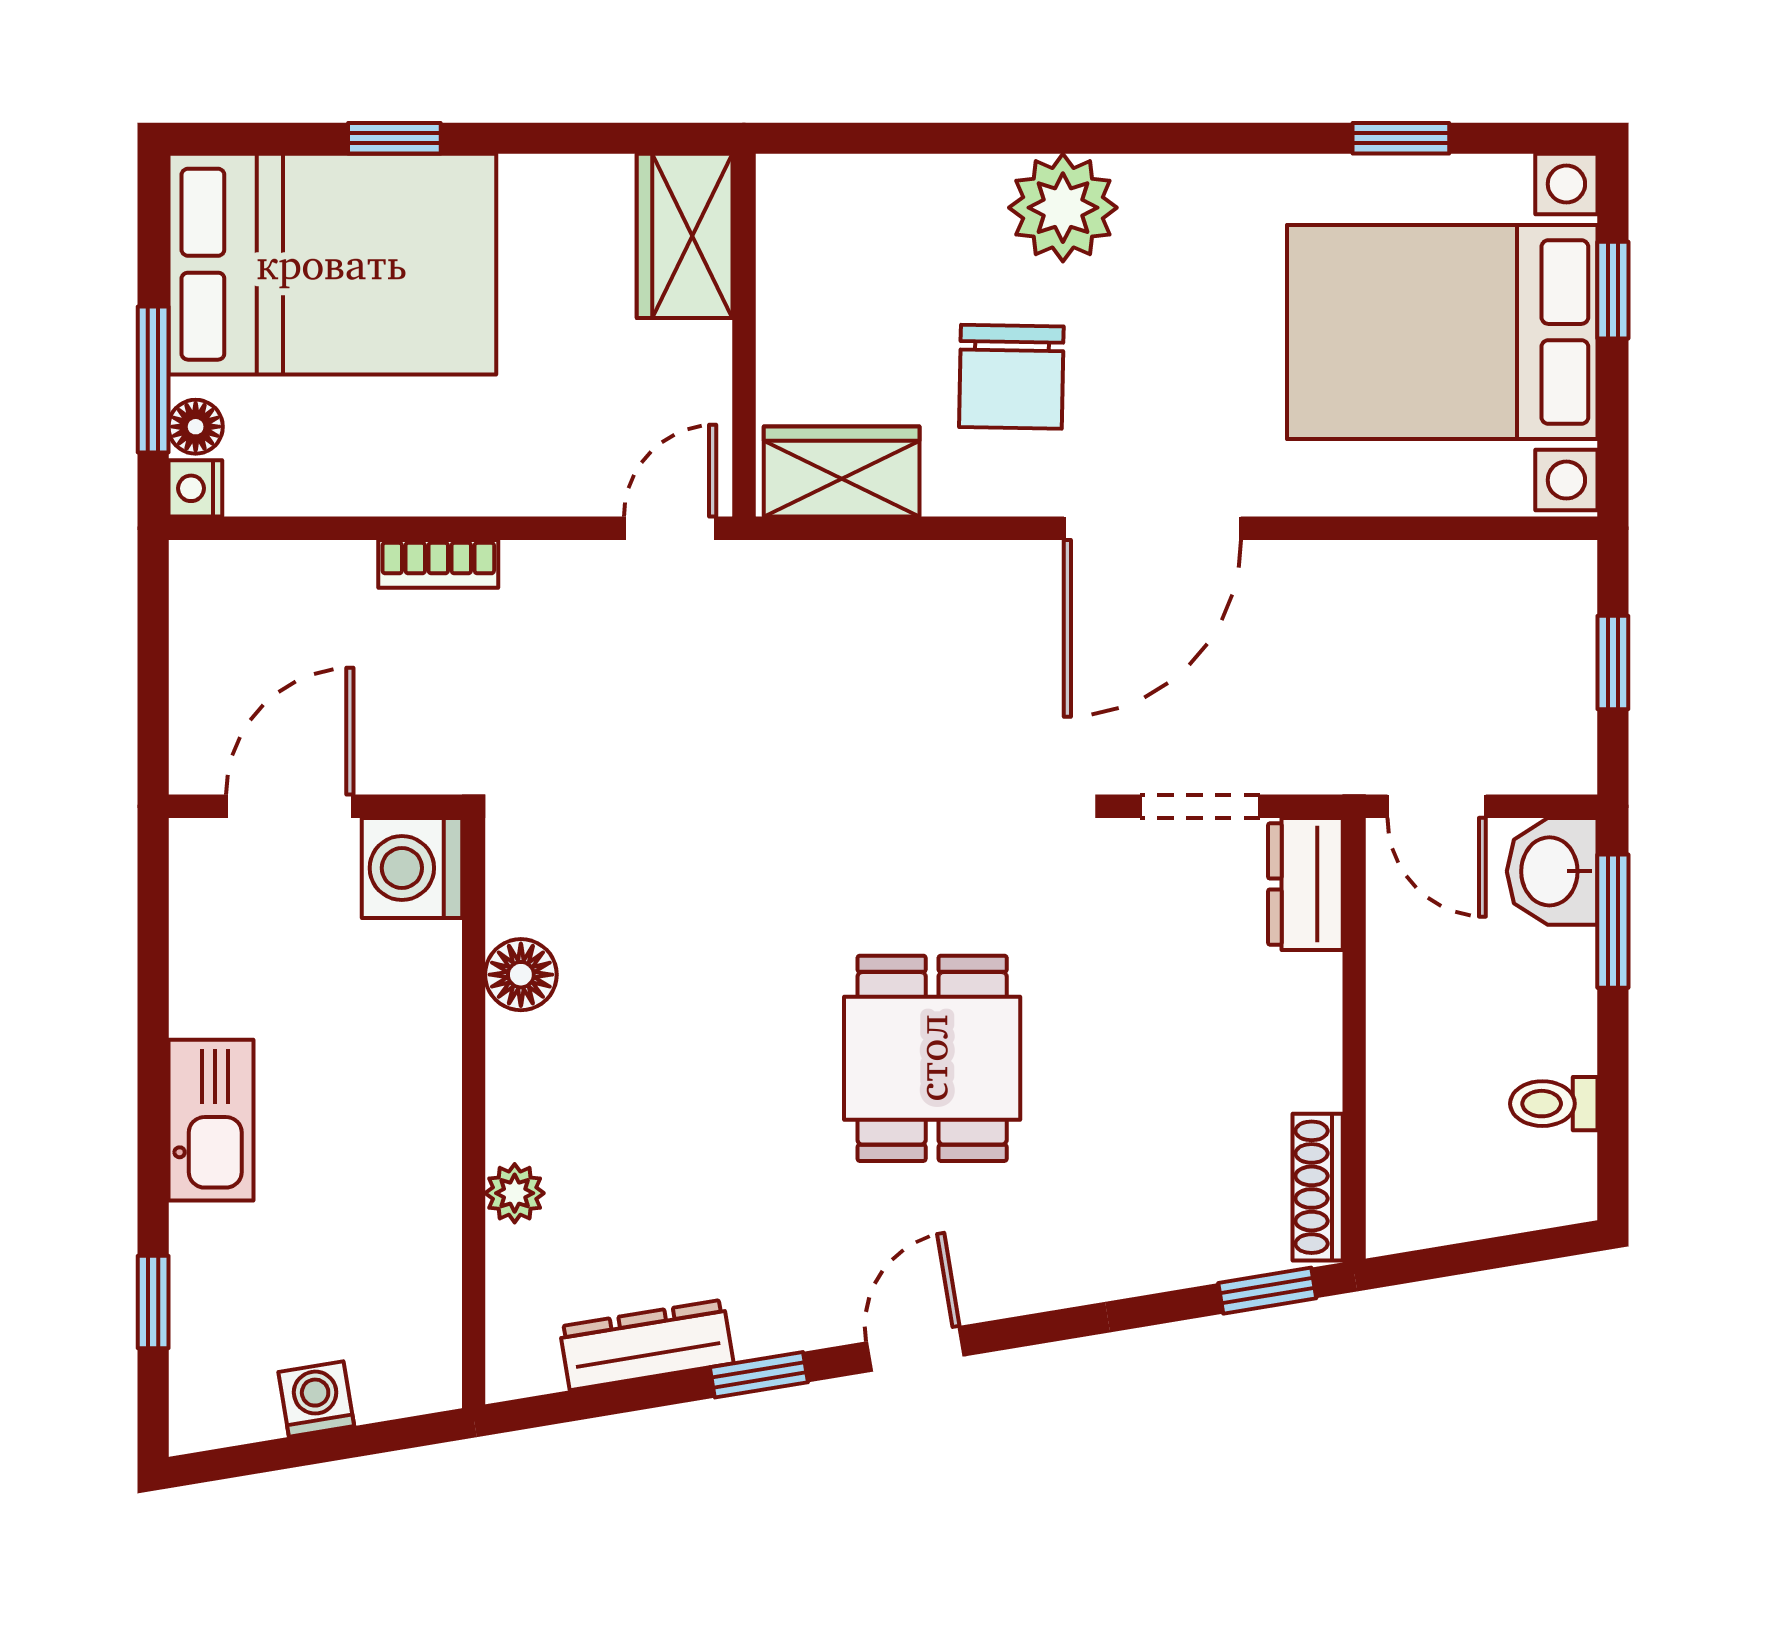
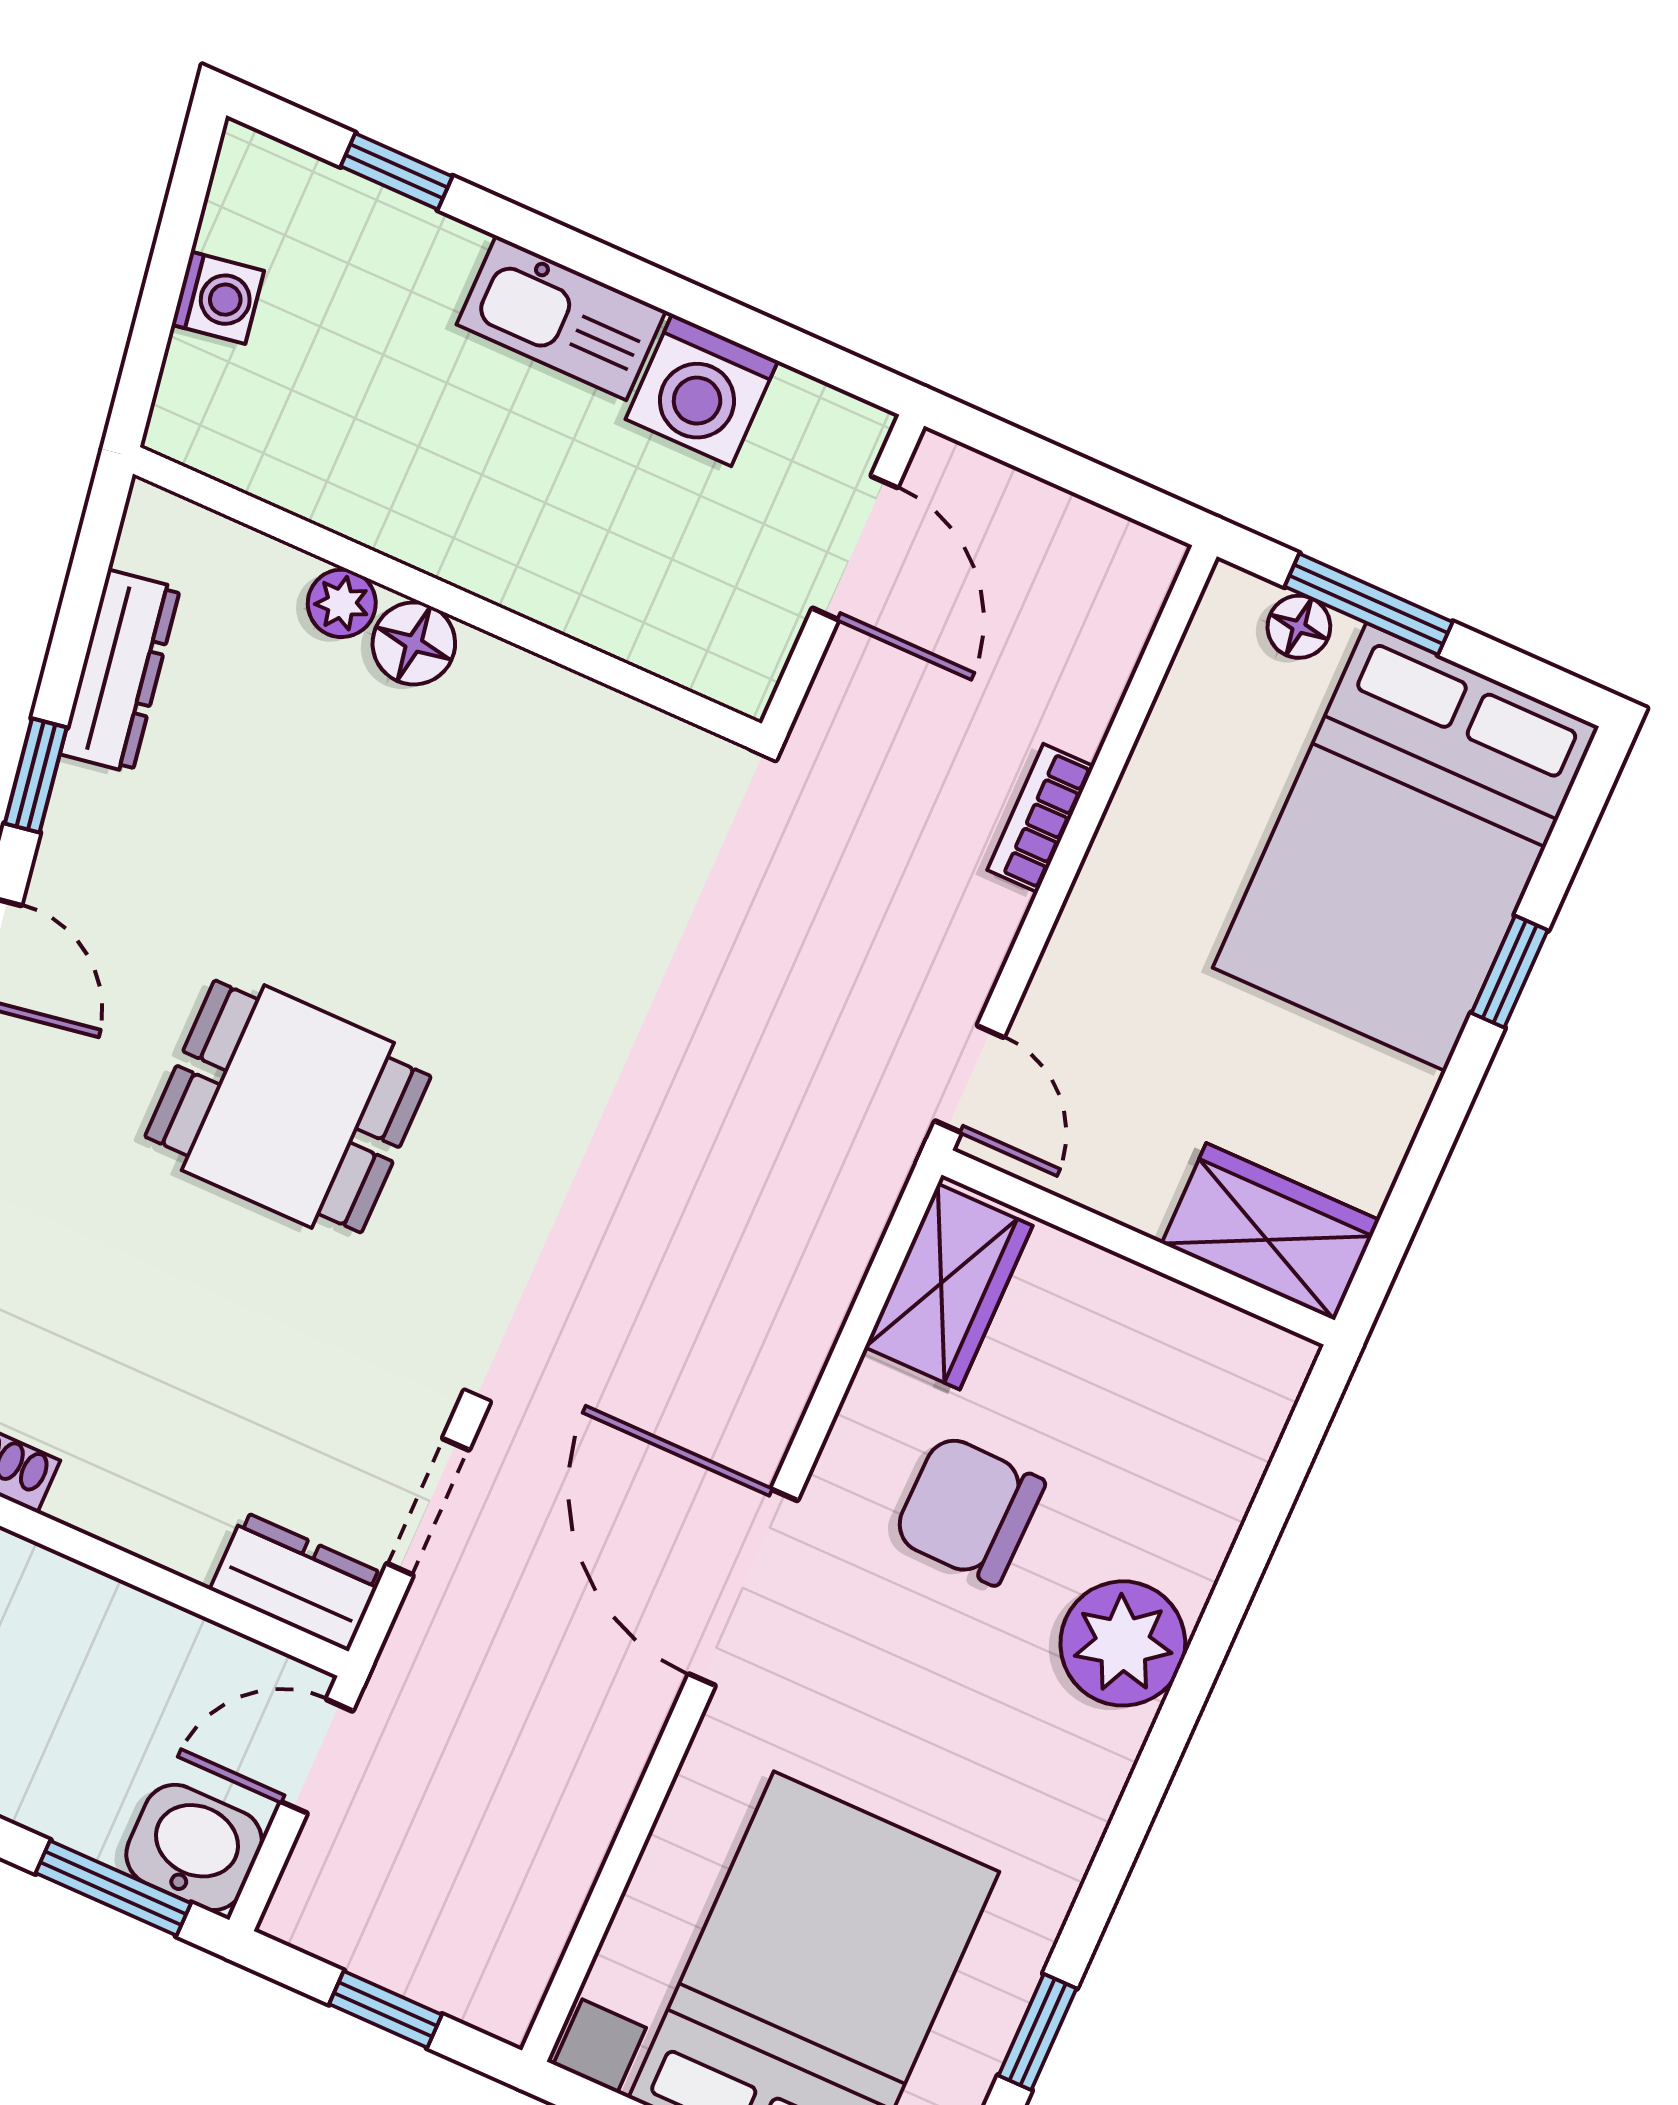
nightstand: (195, 488) -> (1234, 598), removed
washing machine: (412, 868) -> (702, 390), moved, turned 180
floor lamp: (521, 975) -> (414, 643), moved

